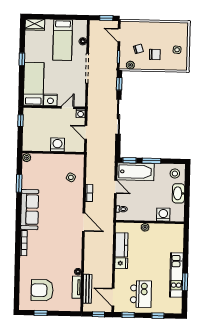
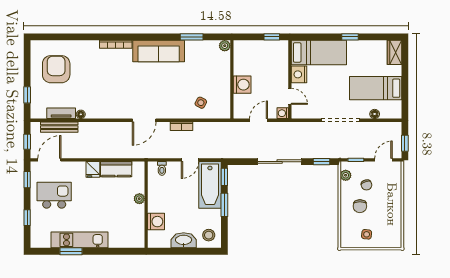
kitchen island: (141, 294) -> (54, 195), turned 180
window: (41, 313) -> (27, 95), moved

